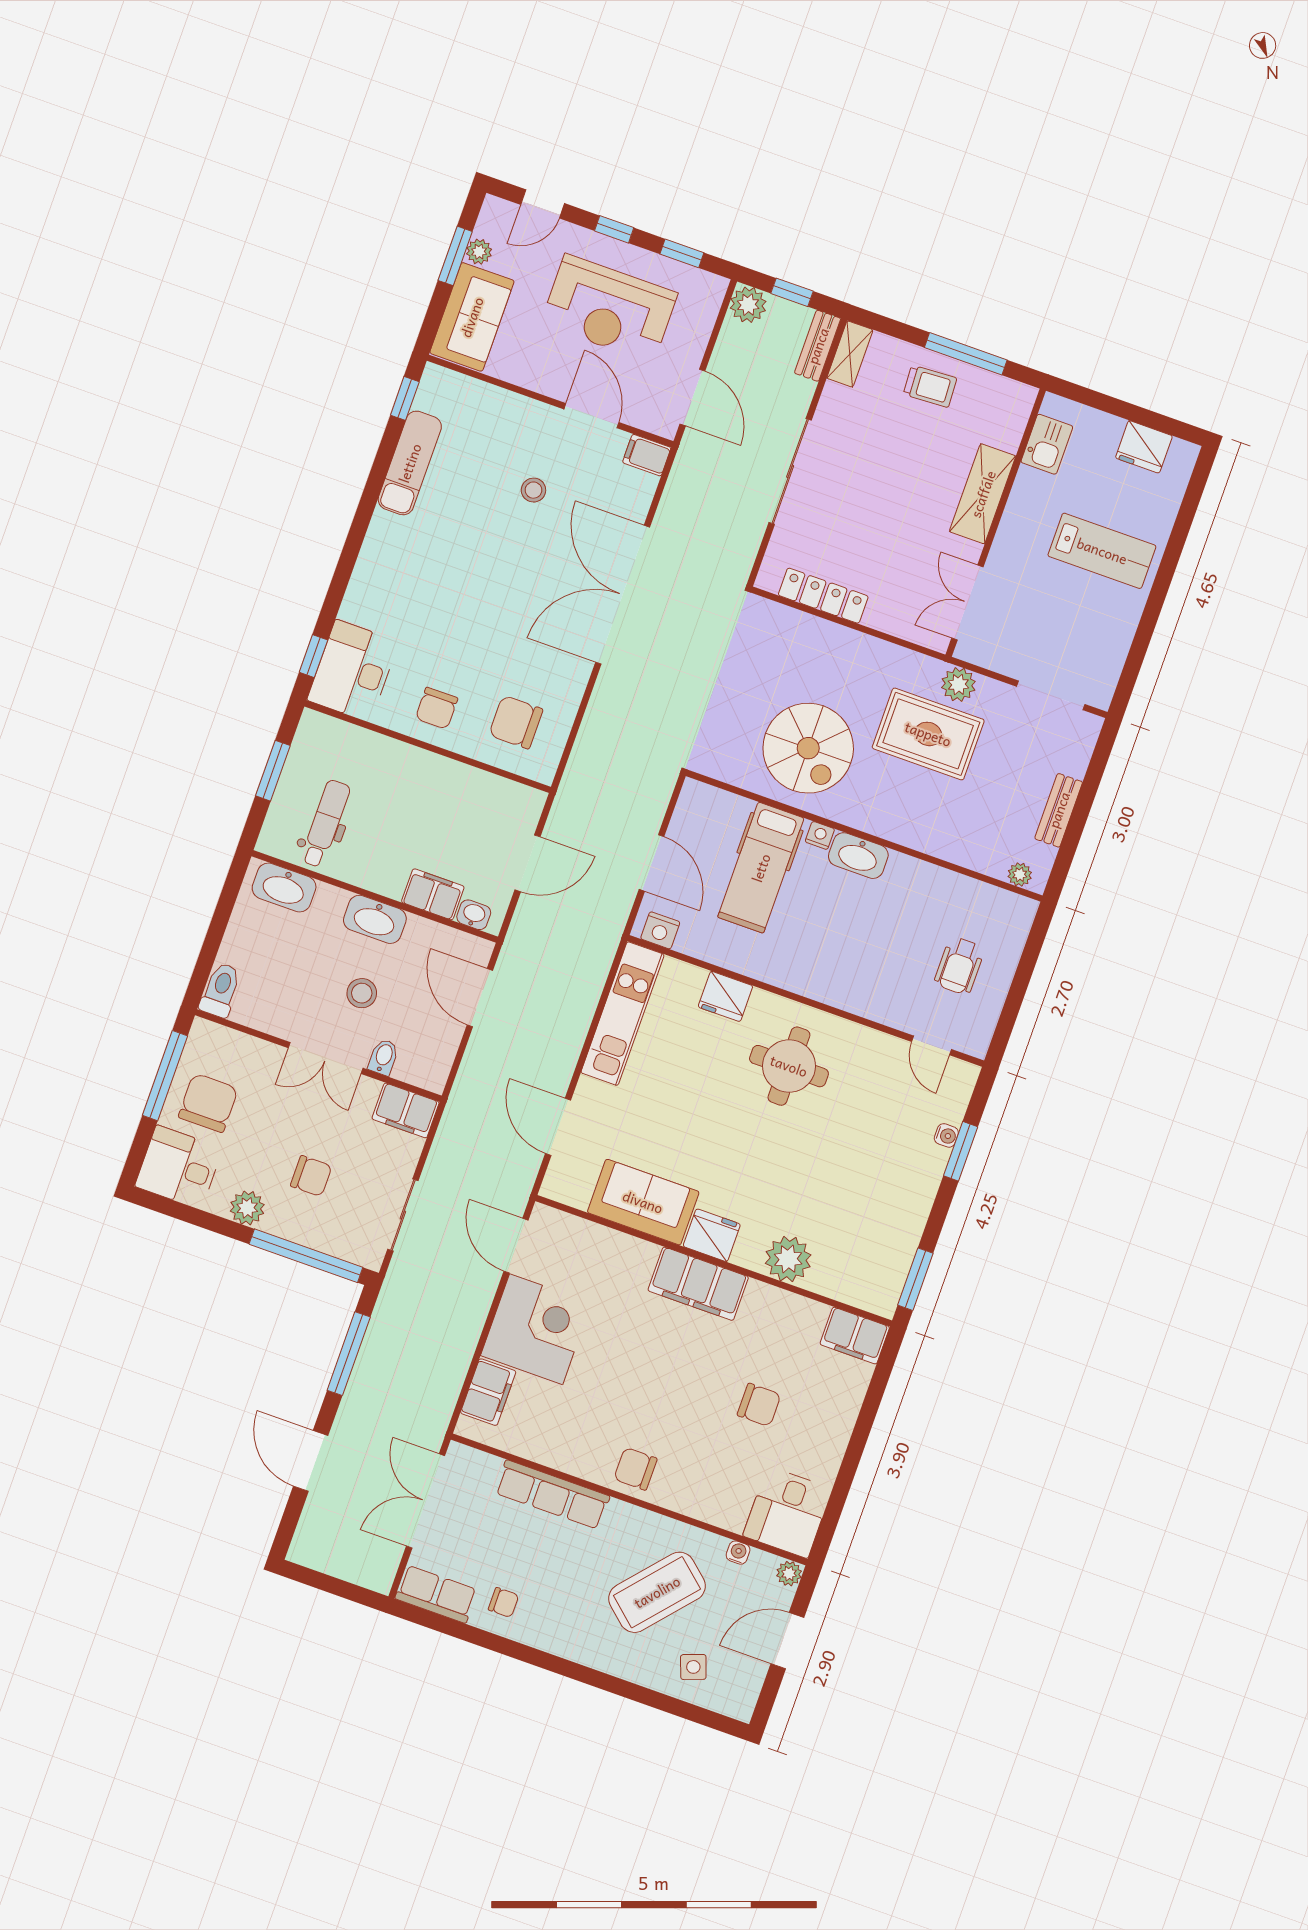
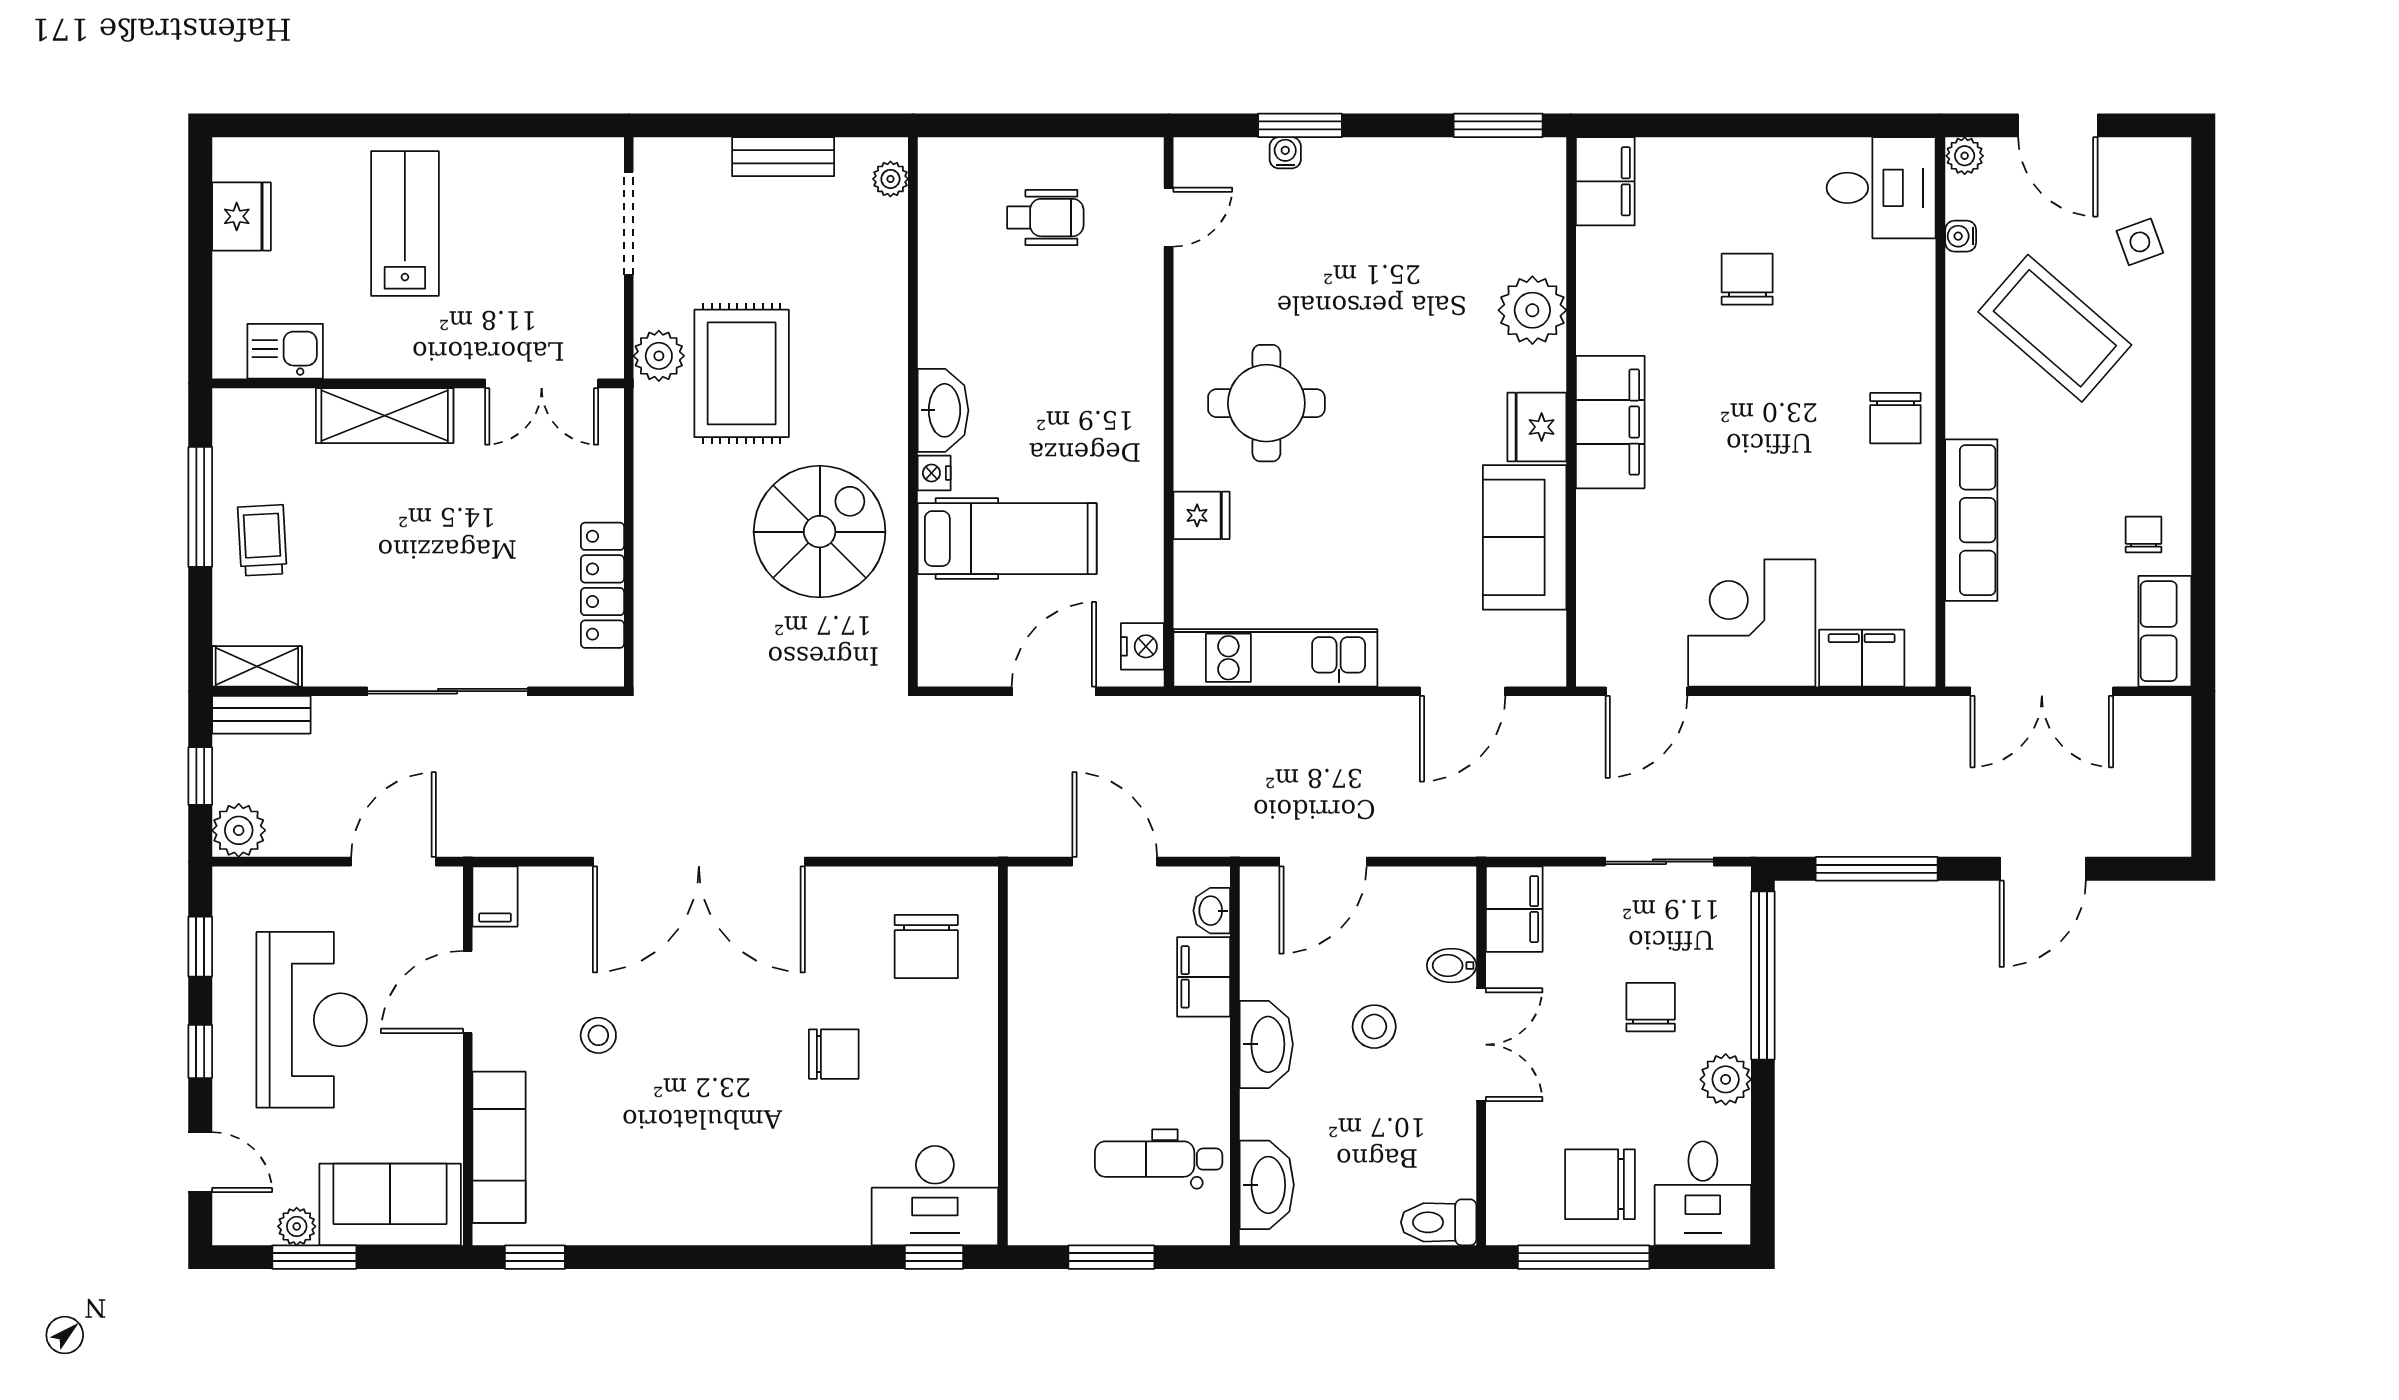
exam couch: (410, 463) -> (499, 1147), moved, turned 90
chair: (437, 708) -> (834, 1054), moved
fridge: (725, 996) -> (1202, 515), width x0.72

